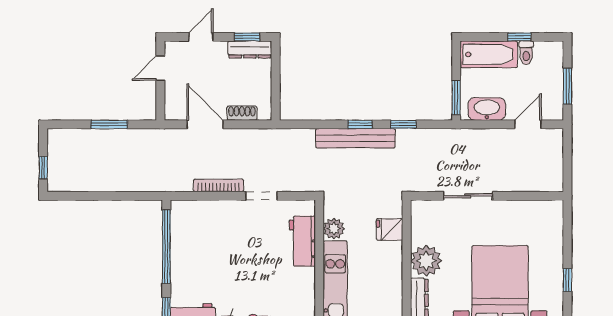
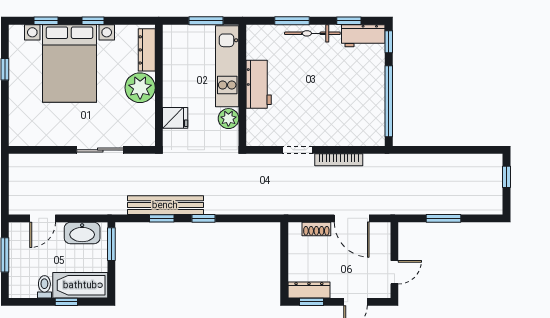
window: (519, 37) -> (66, 302), moved
bench: (355, 138) -> (165, 205), moved
workbench: (302, 241) -> (259, 84), moved

